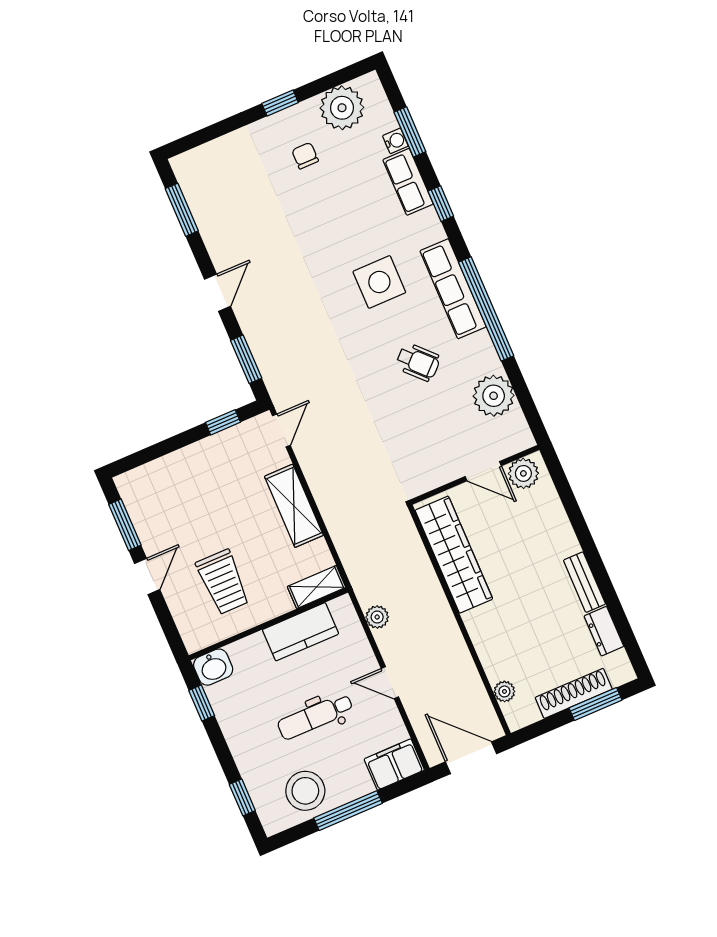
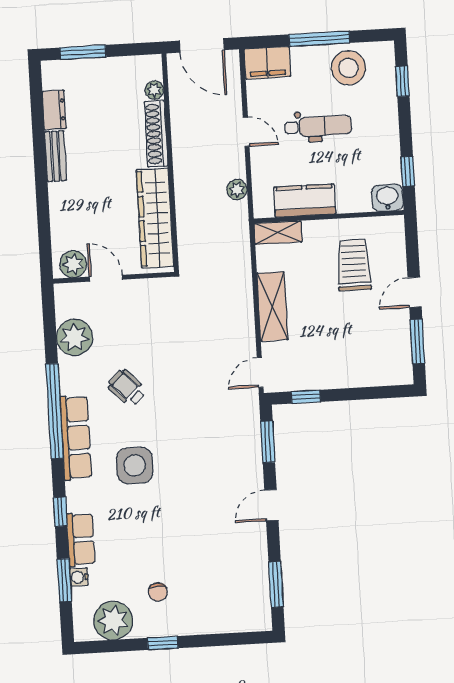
shoe rack: (574, 693) -> (156, 134), moved, turned 90

